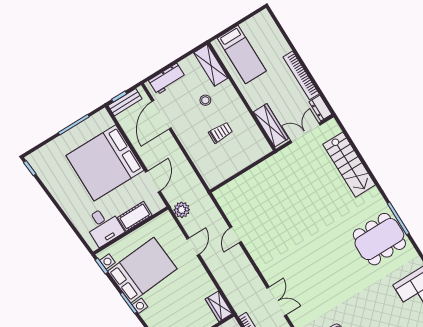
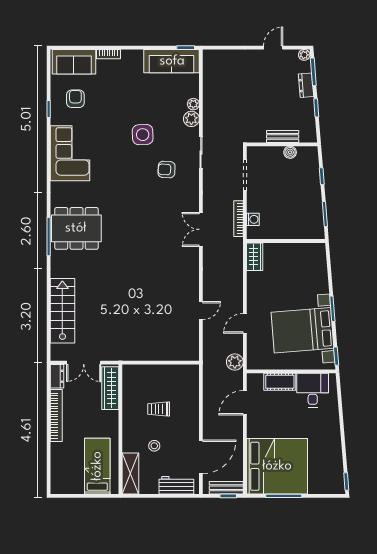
bed: (105, 163) -> (277, 466), moved

